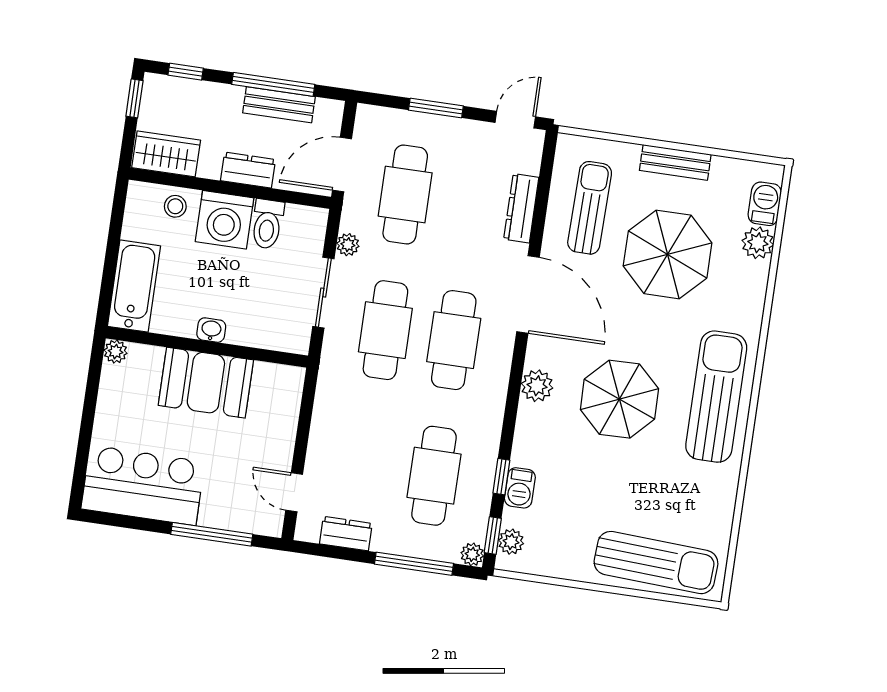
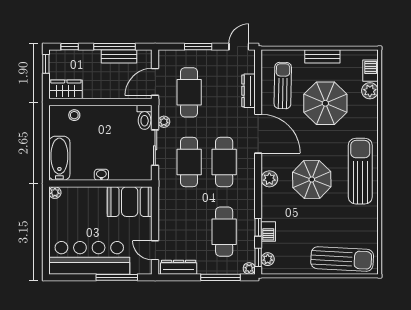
dresser: (248, 170) -> (108, 92), removed
washing machine: (225, 220) -> (100, 118), removed
toilet: (267, 224) -> (145, 117), moved
booth: (206, 383) -> (130, 202), moved
bar counter: (143, 485) -> (89, 258), width x1.36
dresser: (346, 534) -> (179, 267), width x1.44

